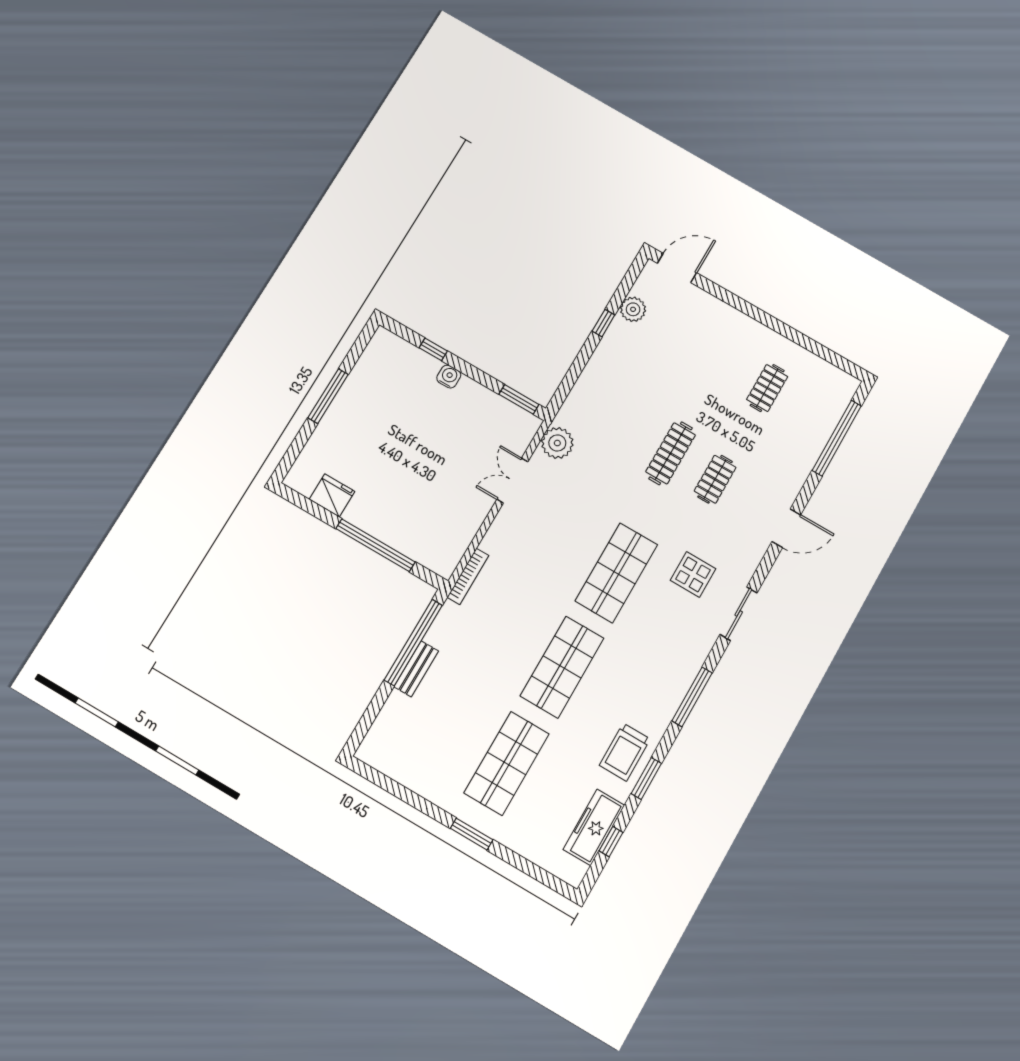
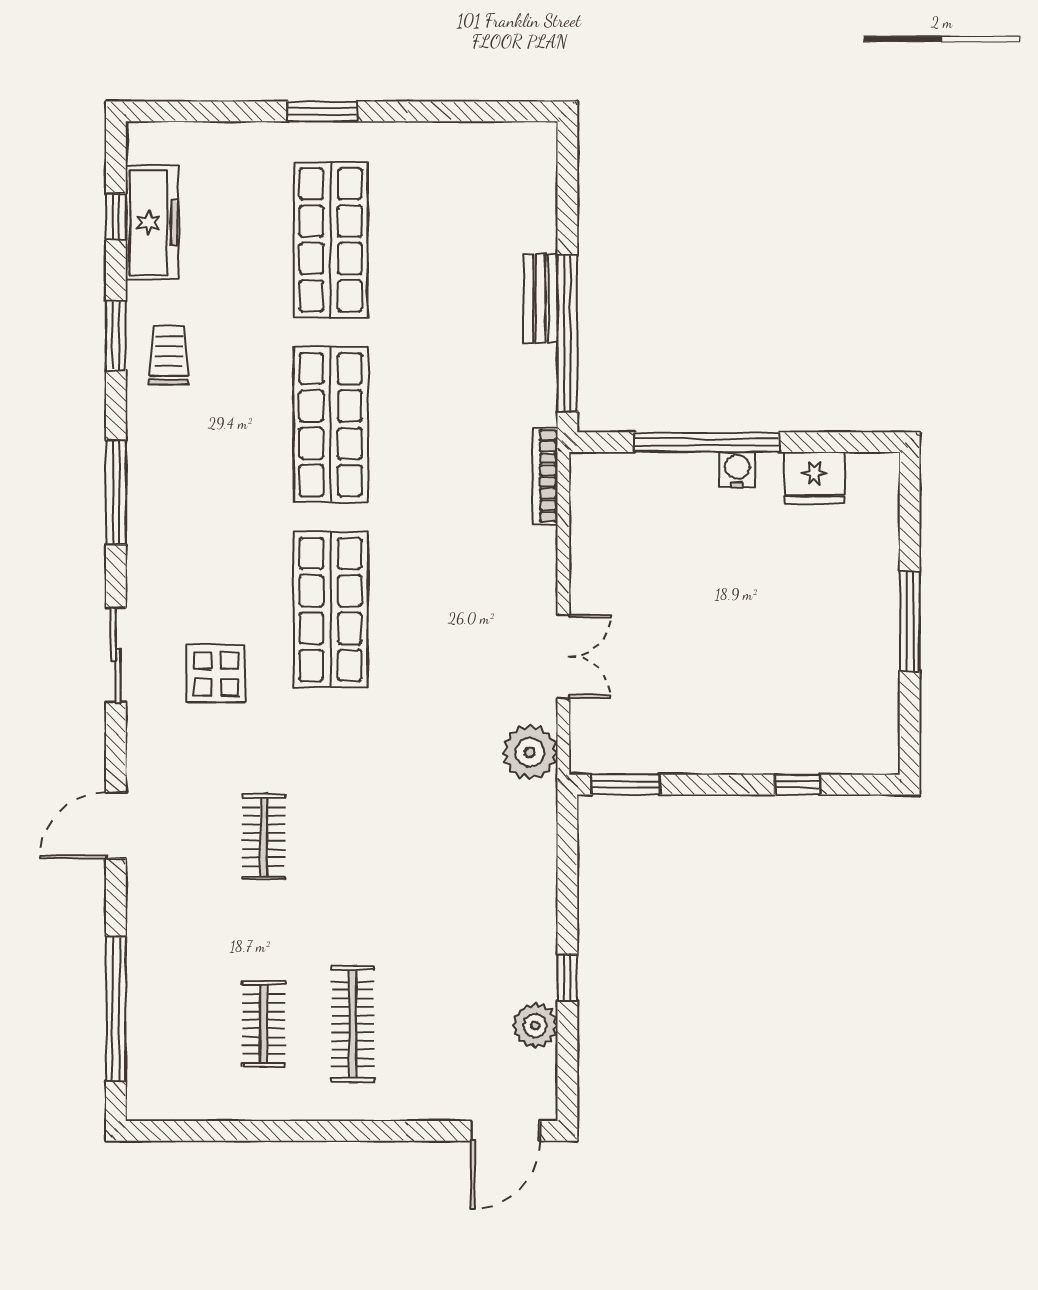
water cooler: (449, 377) -> (737, 470), moved, turned 180
clothes rail: (671, 453) -> (352, 1024), moved
trolley: (625, 752) -> (169, 355), width x0.73, depth x0.72

